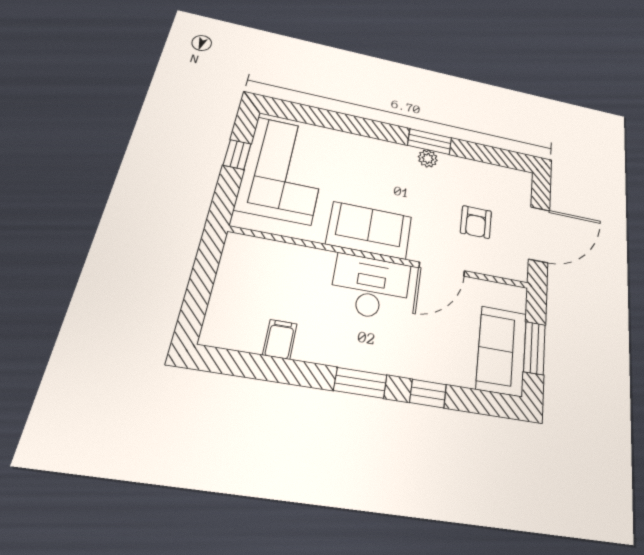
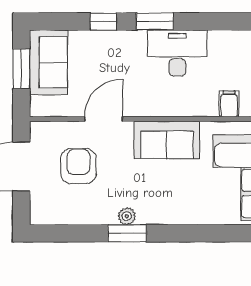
armchair: (476, 222) -> (78, 166), width x1.38, depth x1.38
desk: (370, 287) -> (177, 53), moved, turned 180
filing cabinet: (280, 339) -> (229, 104), moved, turned 180

